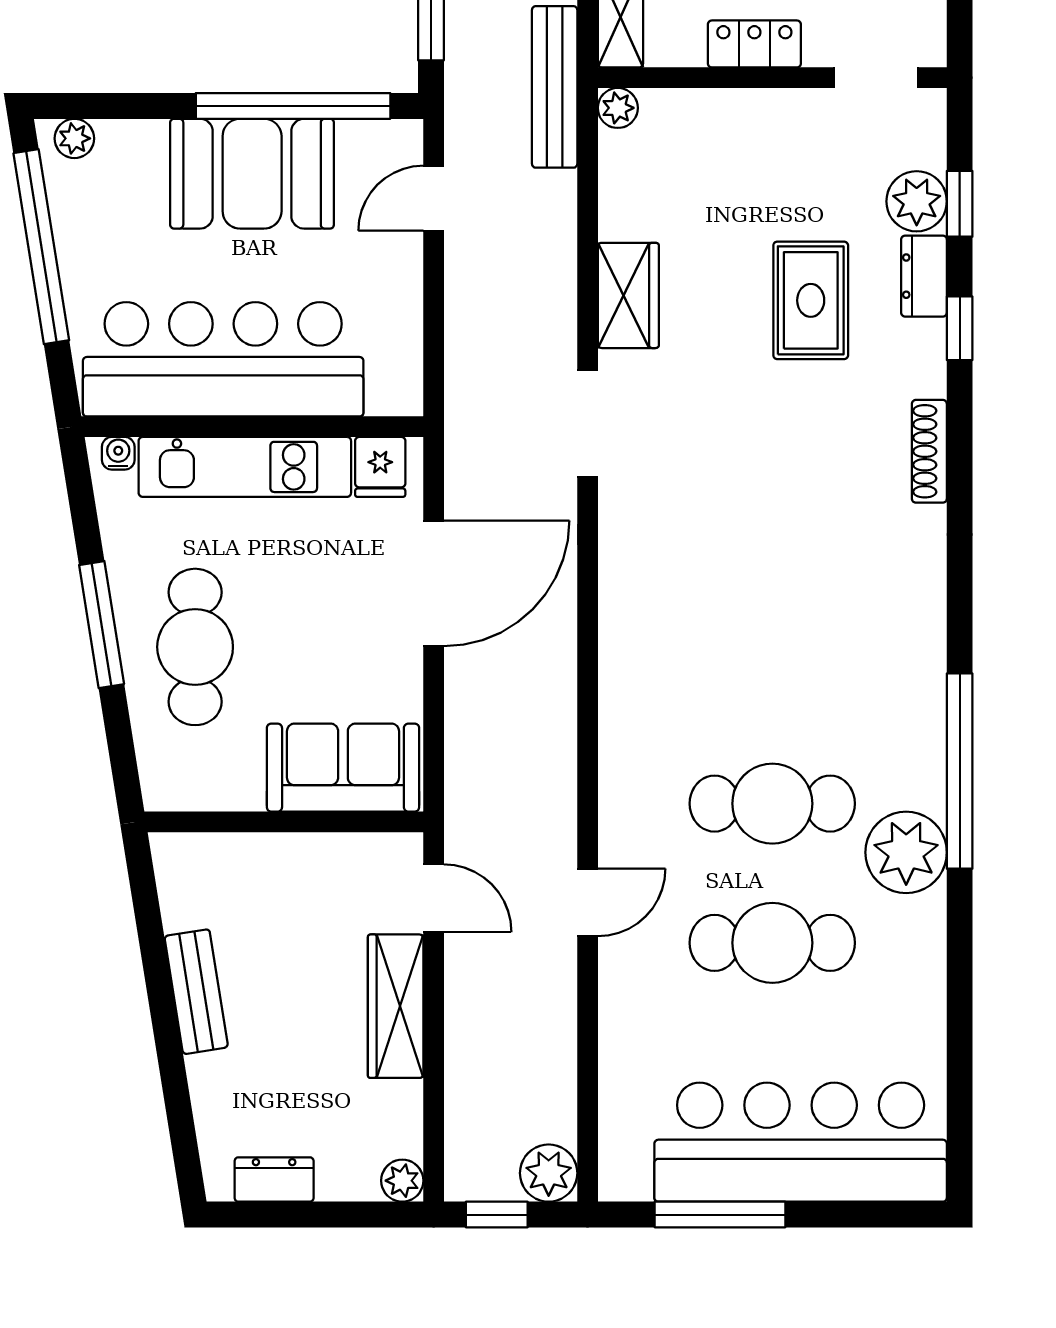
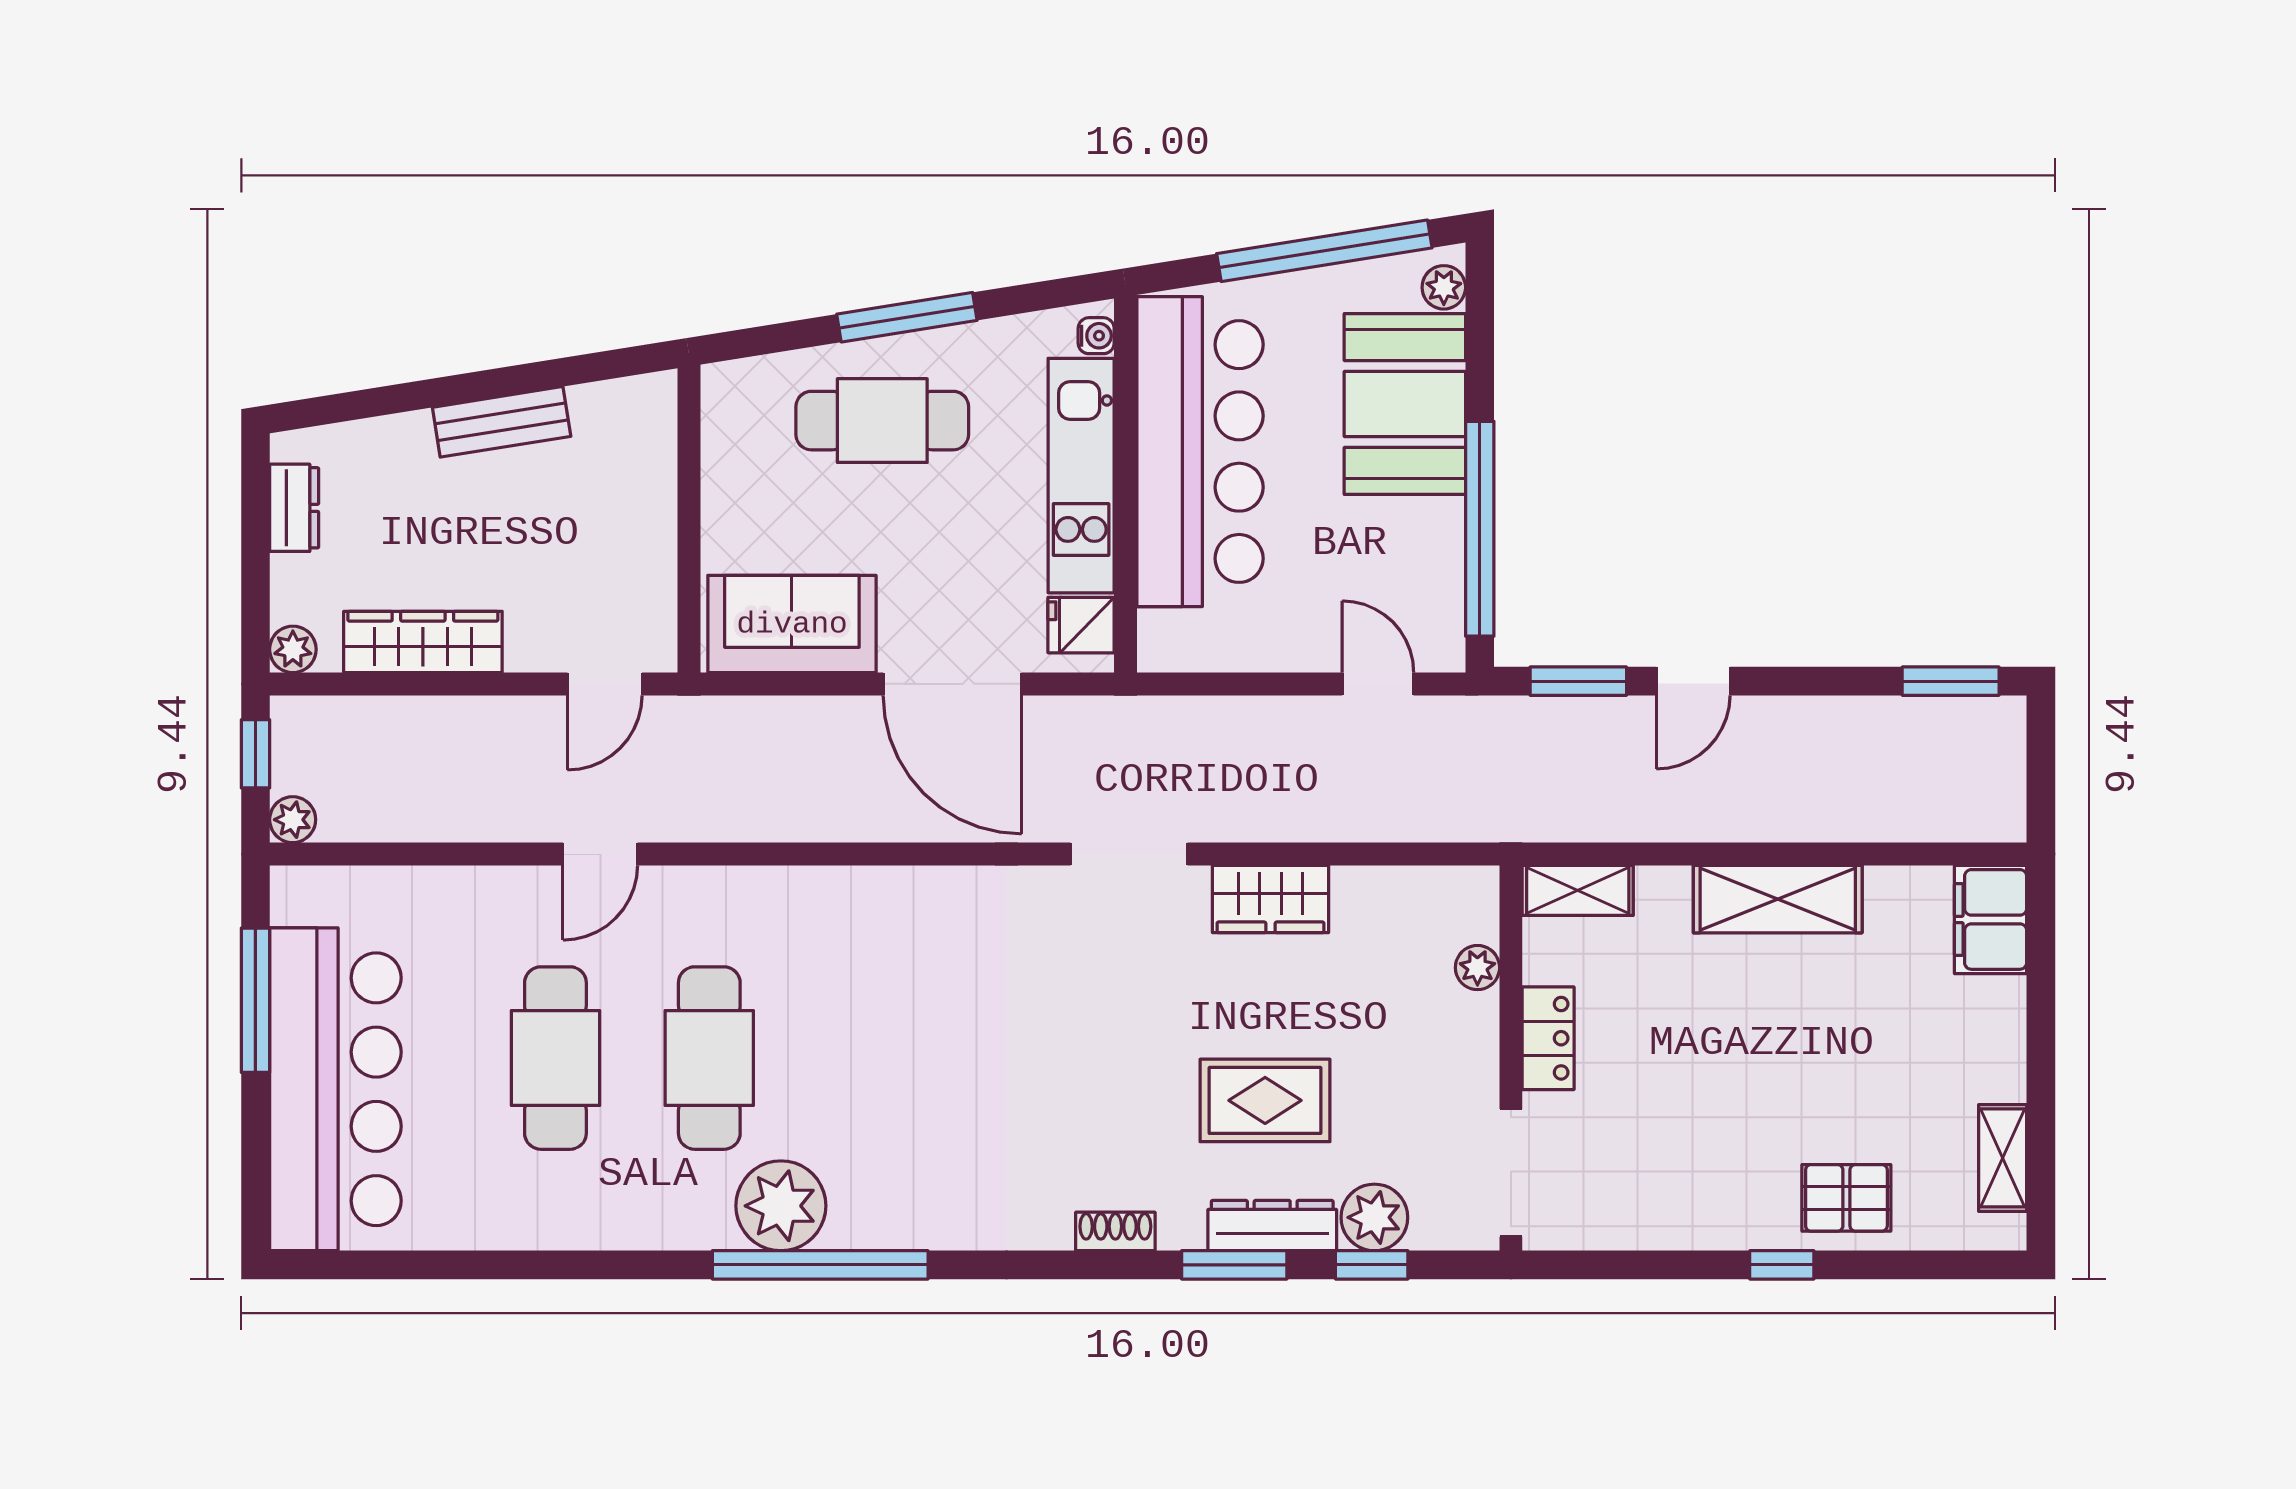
doorway: (876, 78) -> (1511, 1173), width x1.38
bench: (555, 87) -> (1501, 818), removed
plant: (618, 108) -> (1477, 968), moved
booth: (252, 174) -> (1405, 404), moved
dresser: (924, 276) -> (1272, 1226), width x1.44
window: (960, 328) -> (1234, 1265), width x1.50
shoe rack: (929, 451) -> (1115, 1231), width x0.70
sofa: (343, 768) -> (792, 624), moved, turned -90
window: (960, 771) -> (820, 1265), moved
plant: (906, 852) -> (781, 1206), moved
door: (588, 902) -> (600, 854), hinge flipped
wardrobe: (396, 1006) -> (423, 642), moved
plant: (549, 1173) -> (293, 820), width x0.73, depth x0.73

